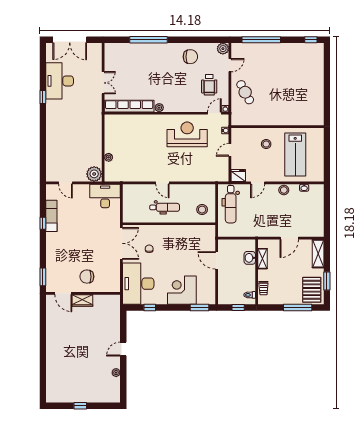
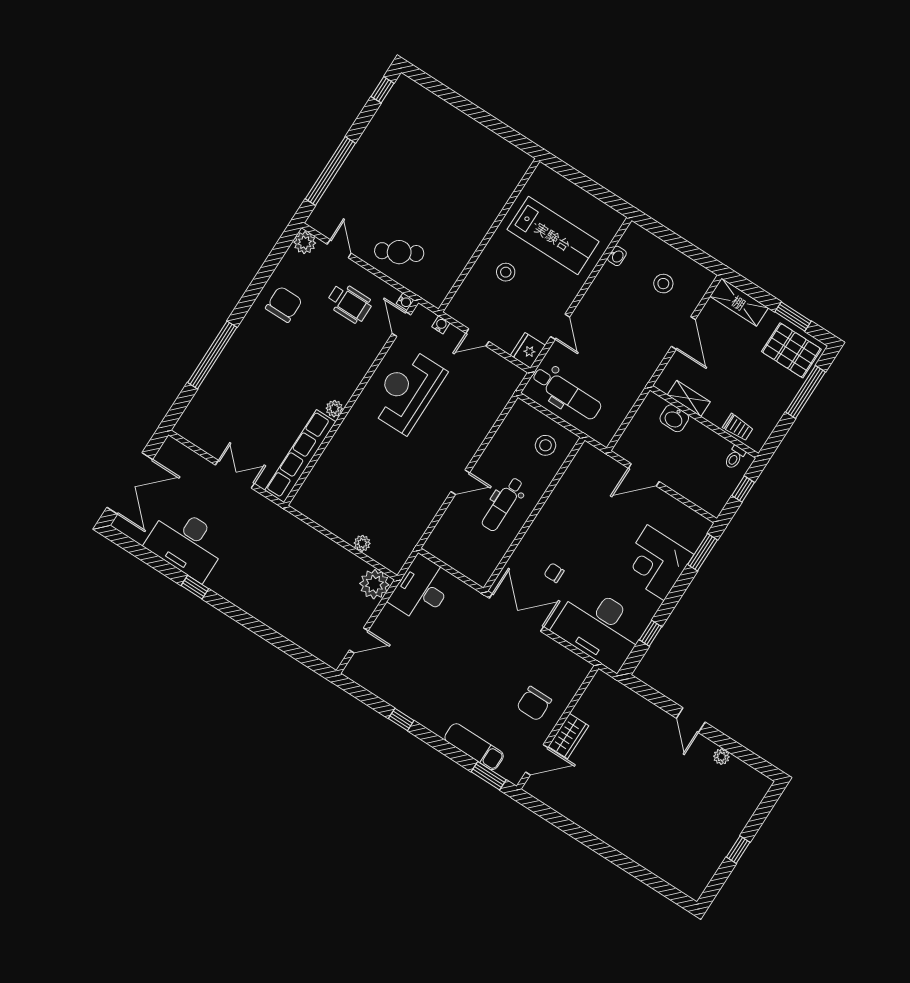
door: (230, 150) -> (477, 337), hinge flipped
stool: (284, 190) -> (663, 284), moved
dental chair: (165, 207) -> (503, 504), turned 180
exam couch: (51, 216) -> (474, 747), moved

